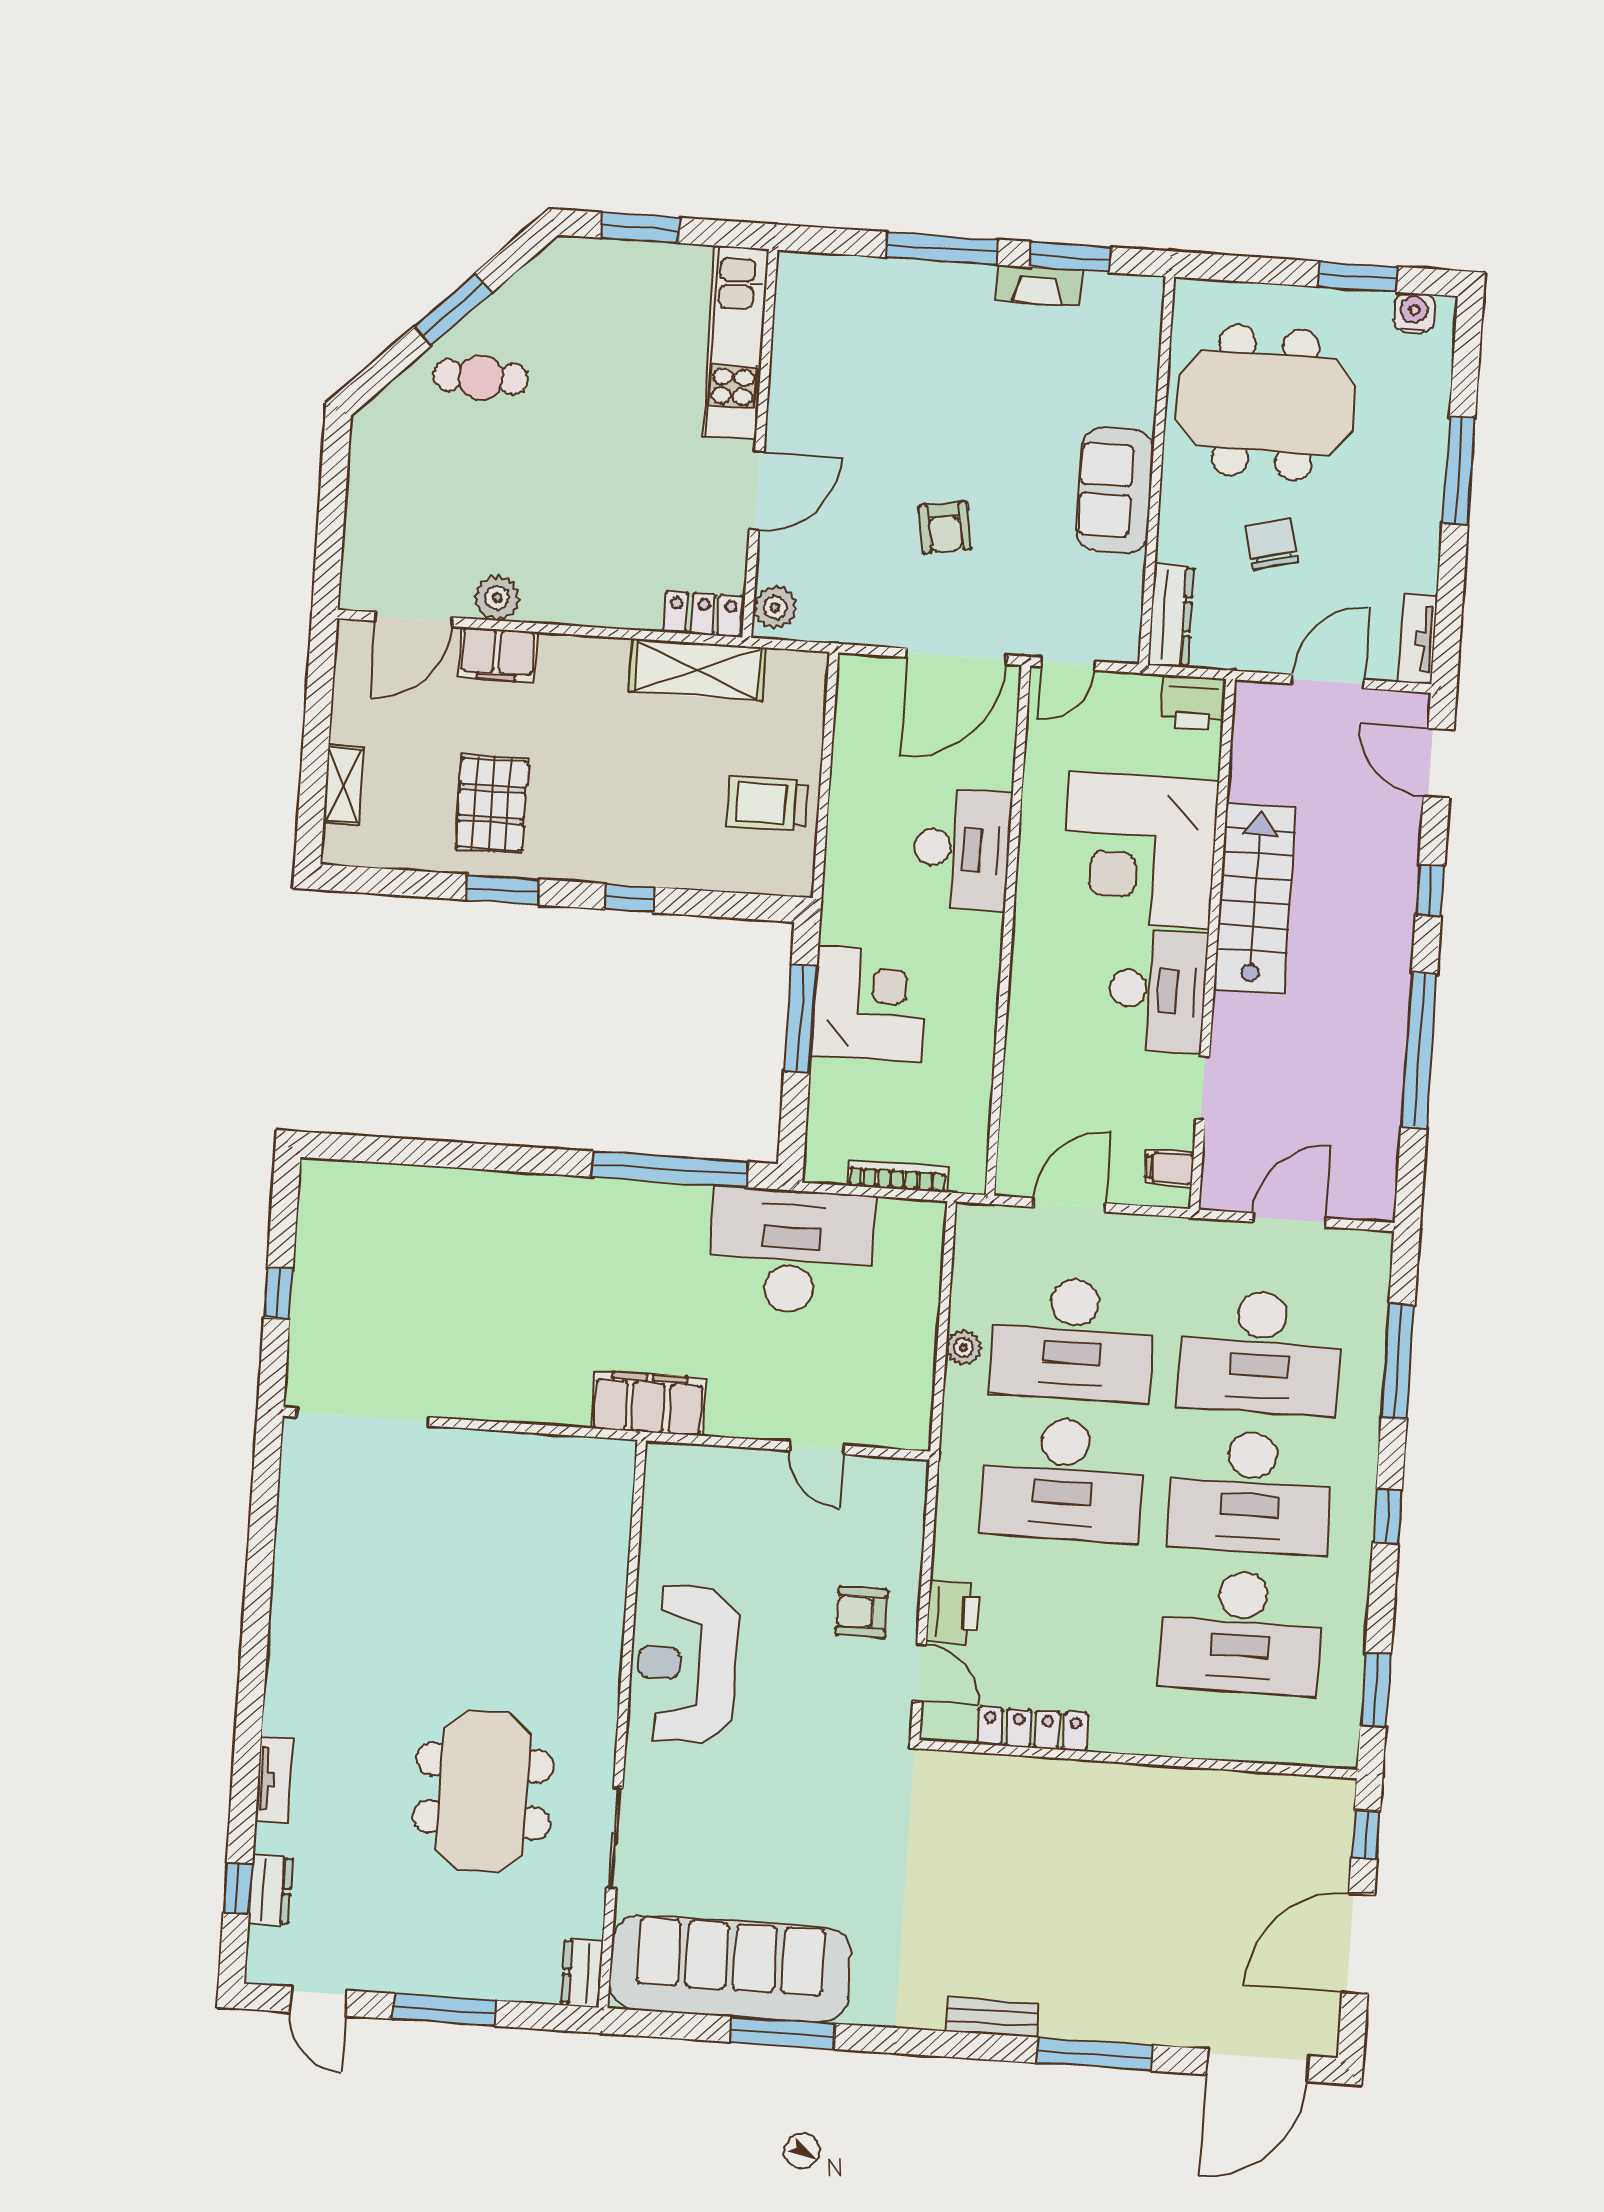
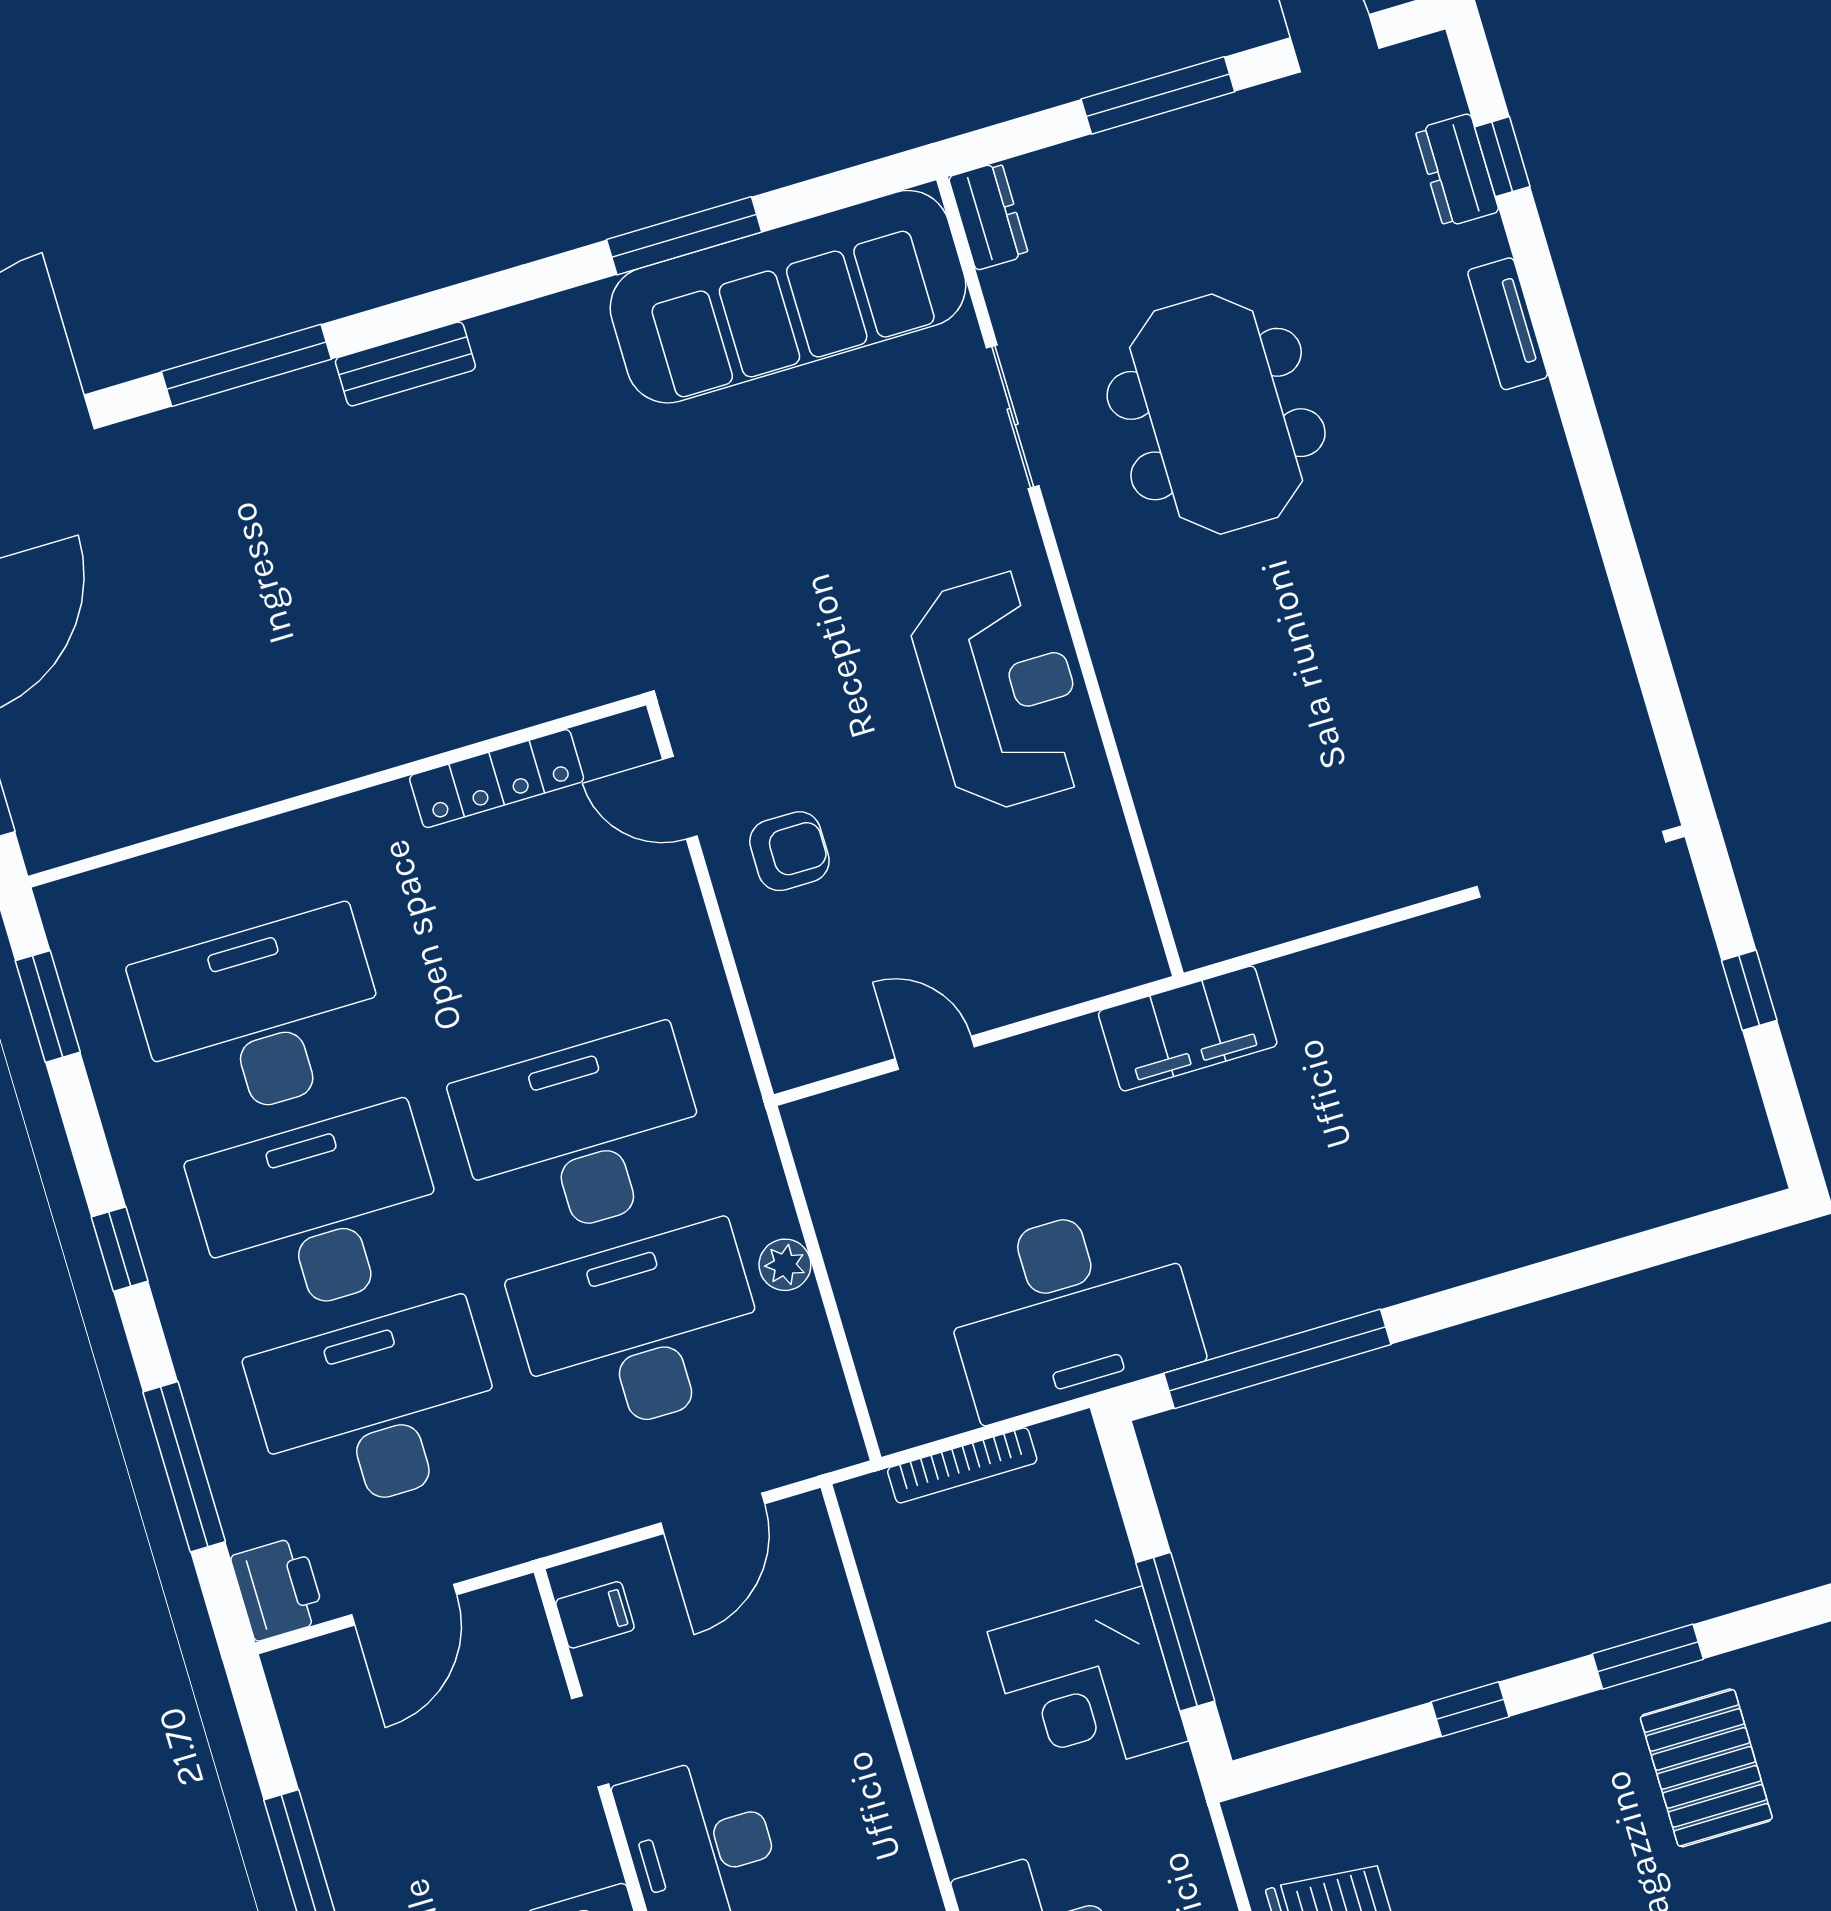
printer: (953, 1613) -> (278, 1589), moved, turned 180

